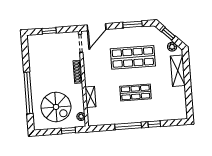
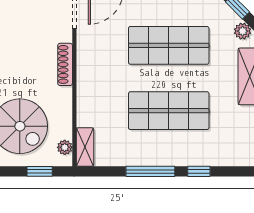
shop shelf: (136, 93) -> (169, 111), width x1.43, depth x1.36
shelving: (90, 97) -> (85, 147), moved

